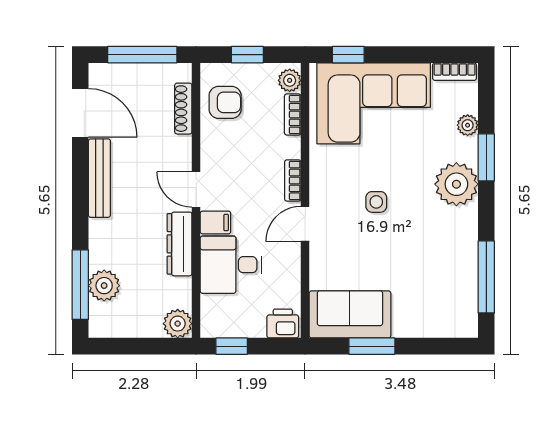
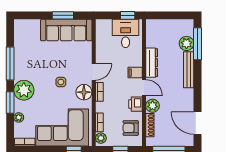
bench: (99, 178) -> (189, 70), moved
floor lamp: (326, 180) -> (84, 92), added
desk: (231, 265) -> (126, 33), moved, turned -90
window: (486, 277) -> (10, 63), moved
sofa: (350, 314) -> (66, 30), width x1.36
plant: (178, 324) -> (153, 106), moved
printer: (283, 324) -> (135, 104), moved, turned 90

